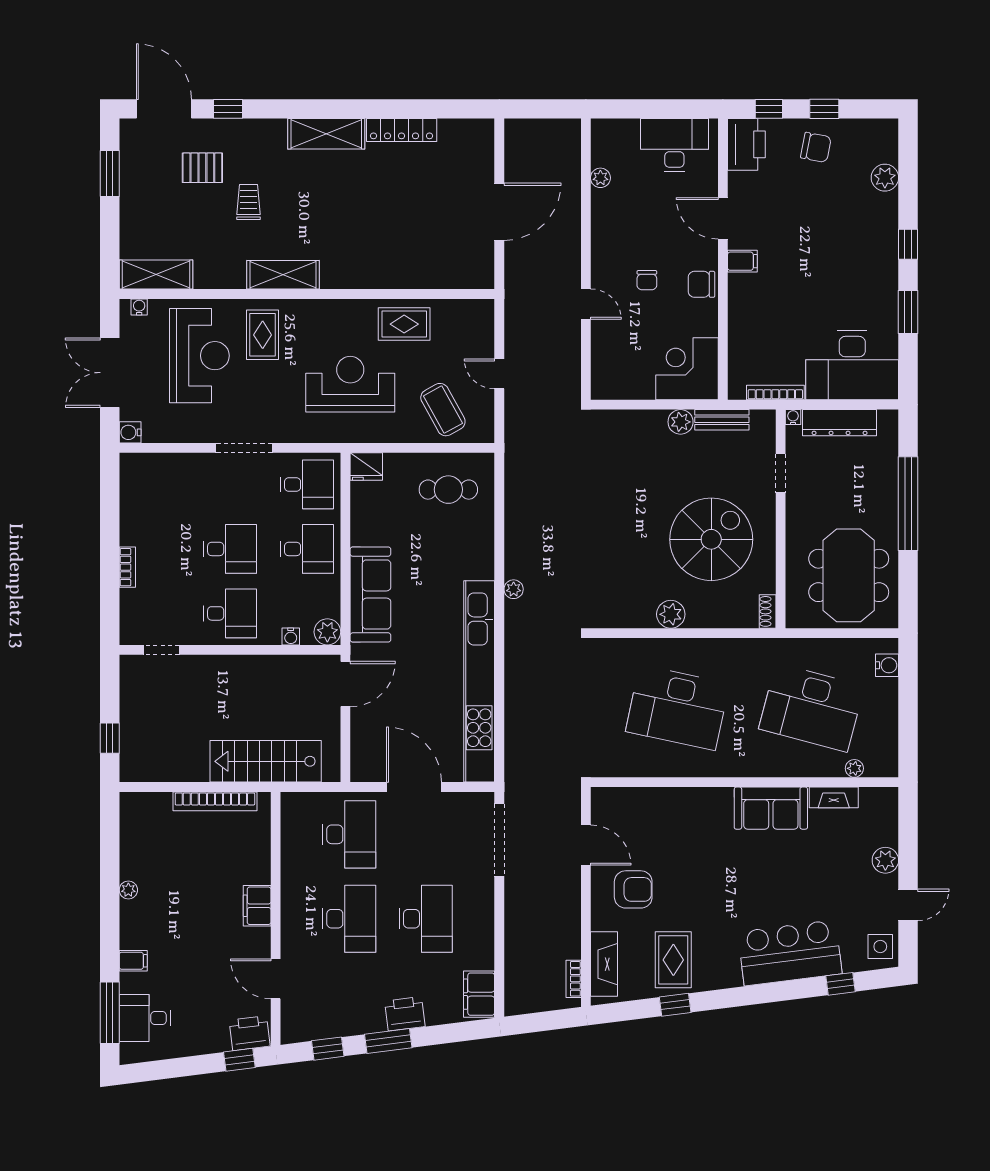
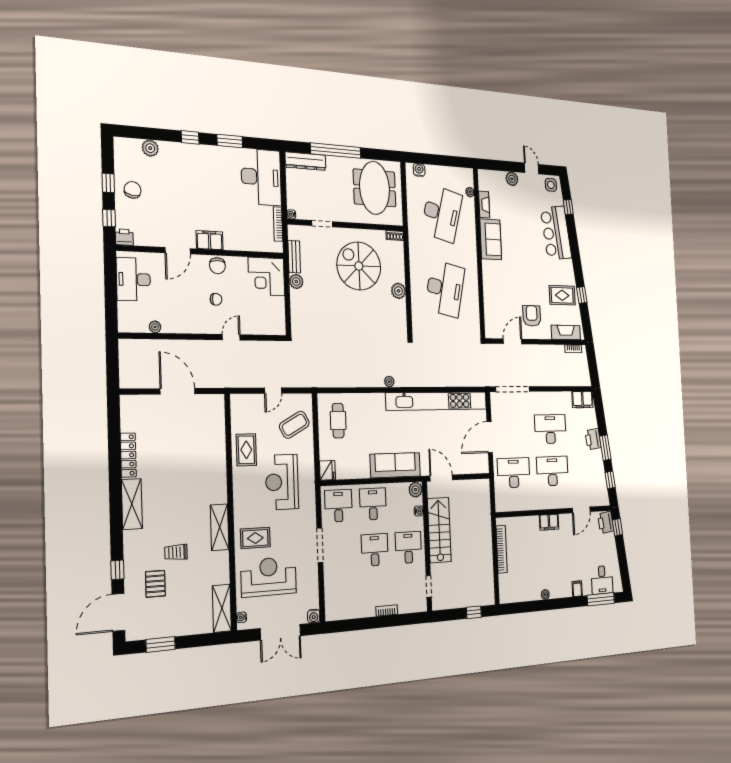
printer: (746, 144) -> (124, 237), width x0.53, depth x0.68
filing cabinet: (742, 261) -> (210, 240), width x2.00
dresser: (840, 423) -> (305, 161), moved, turned 90
meeting table: (849, 575) -> (375, 188), turned 90
stairs: (266, 761) -> (439, 530), moved, turned 180

